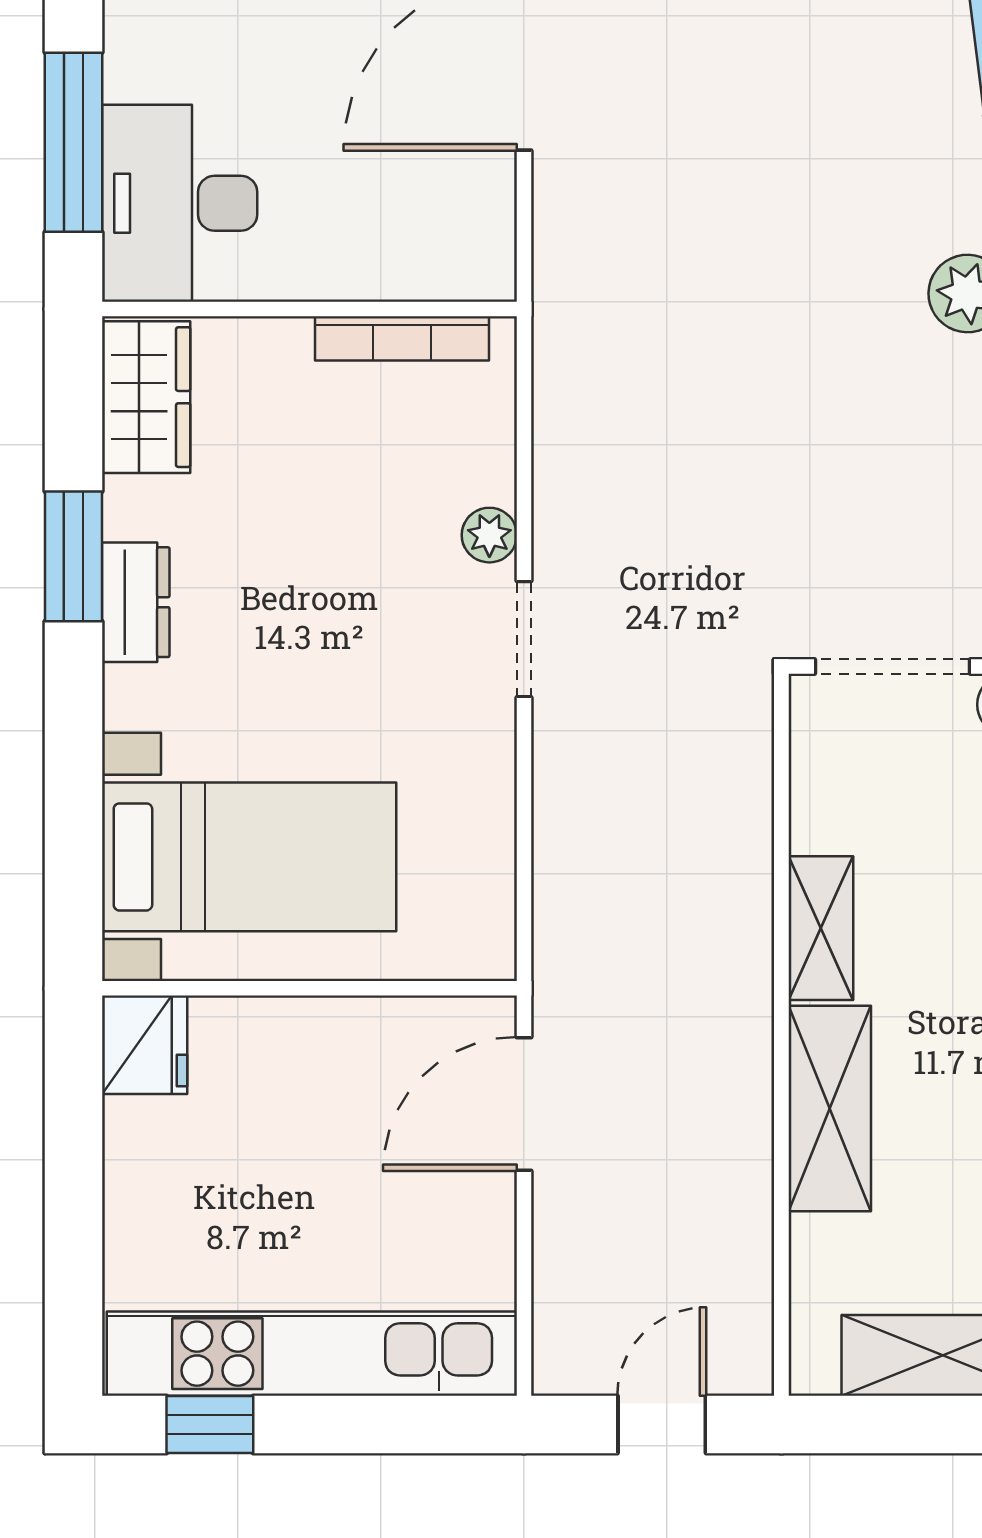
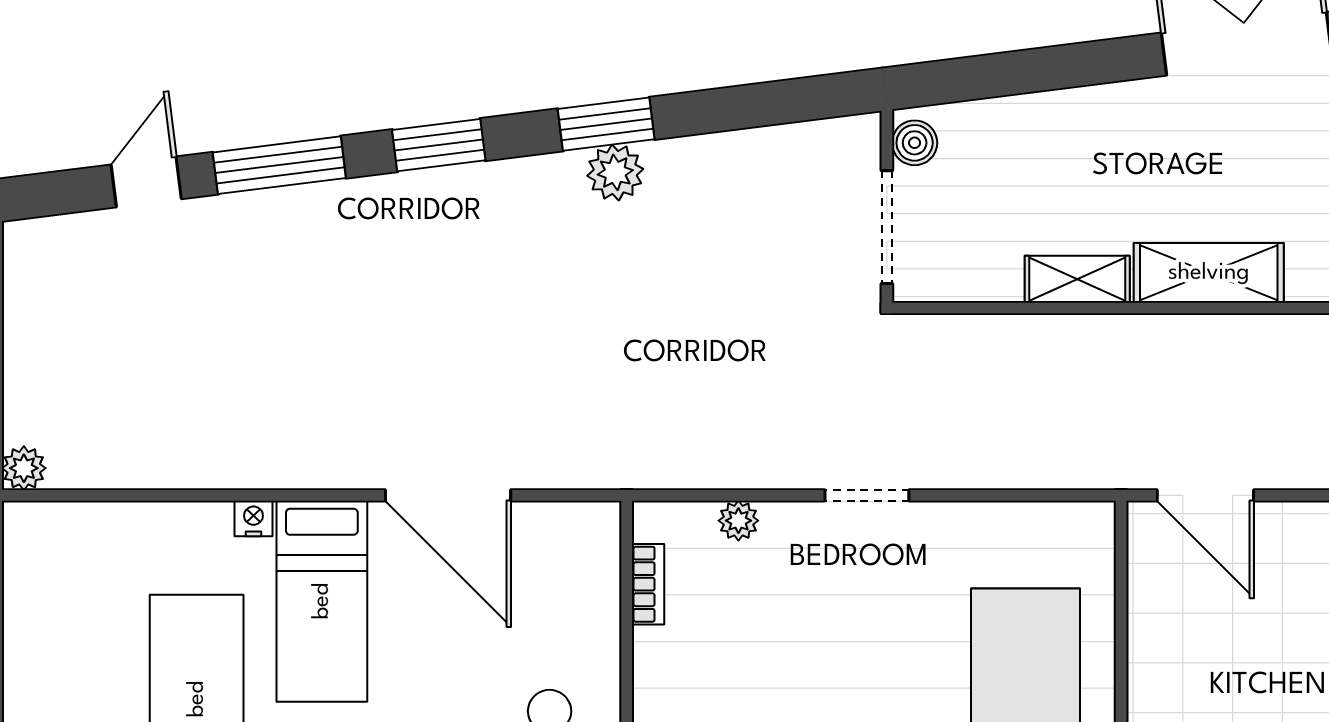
bookcase: (402, 338) -> (648, 584), width x0.64
plant: (489, 535) -> (738, 521), moved

